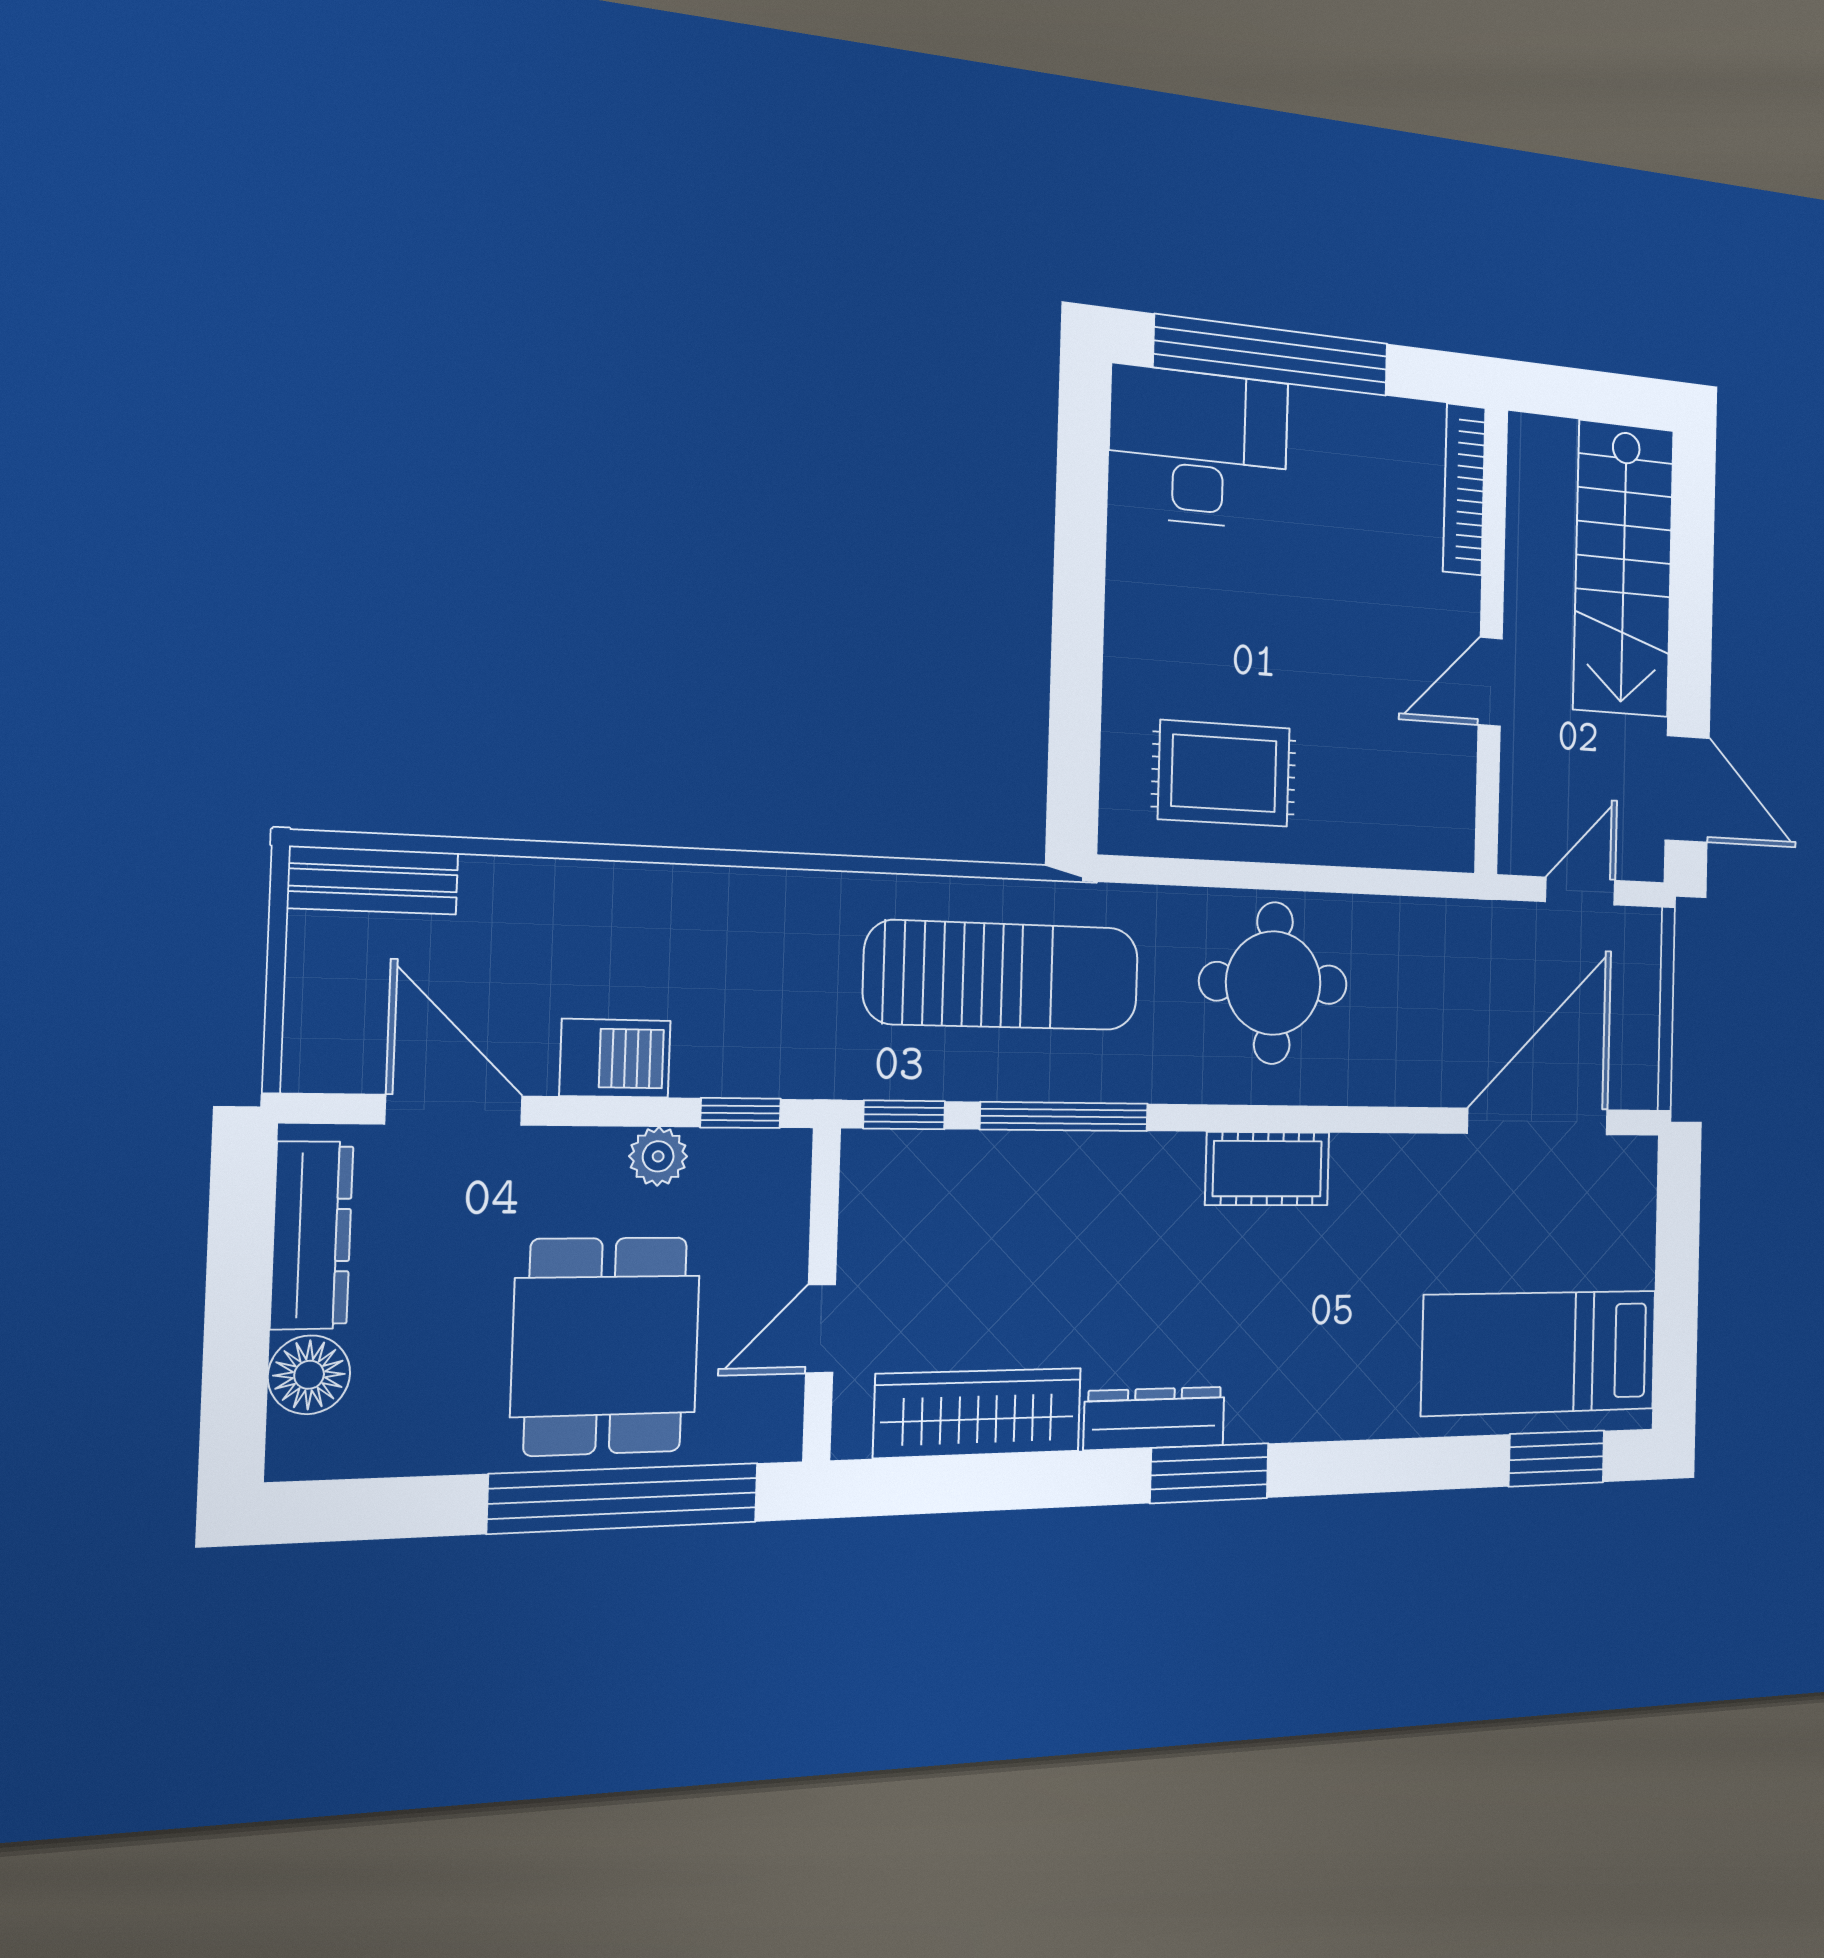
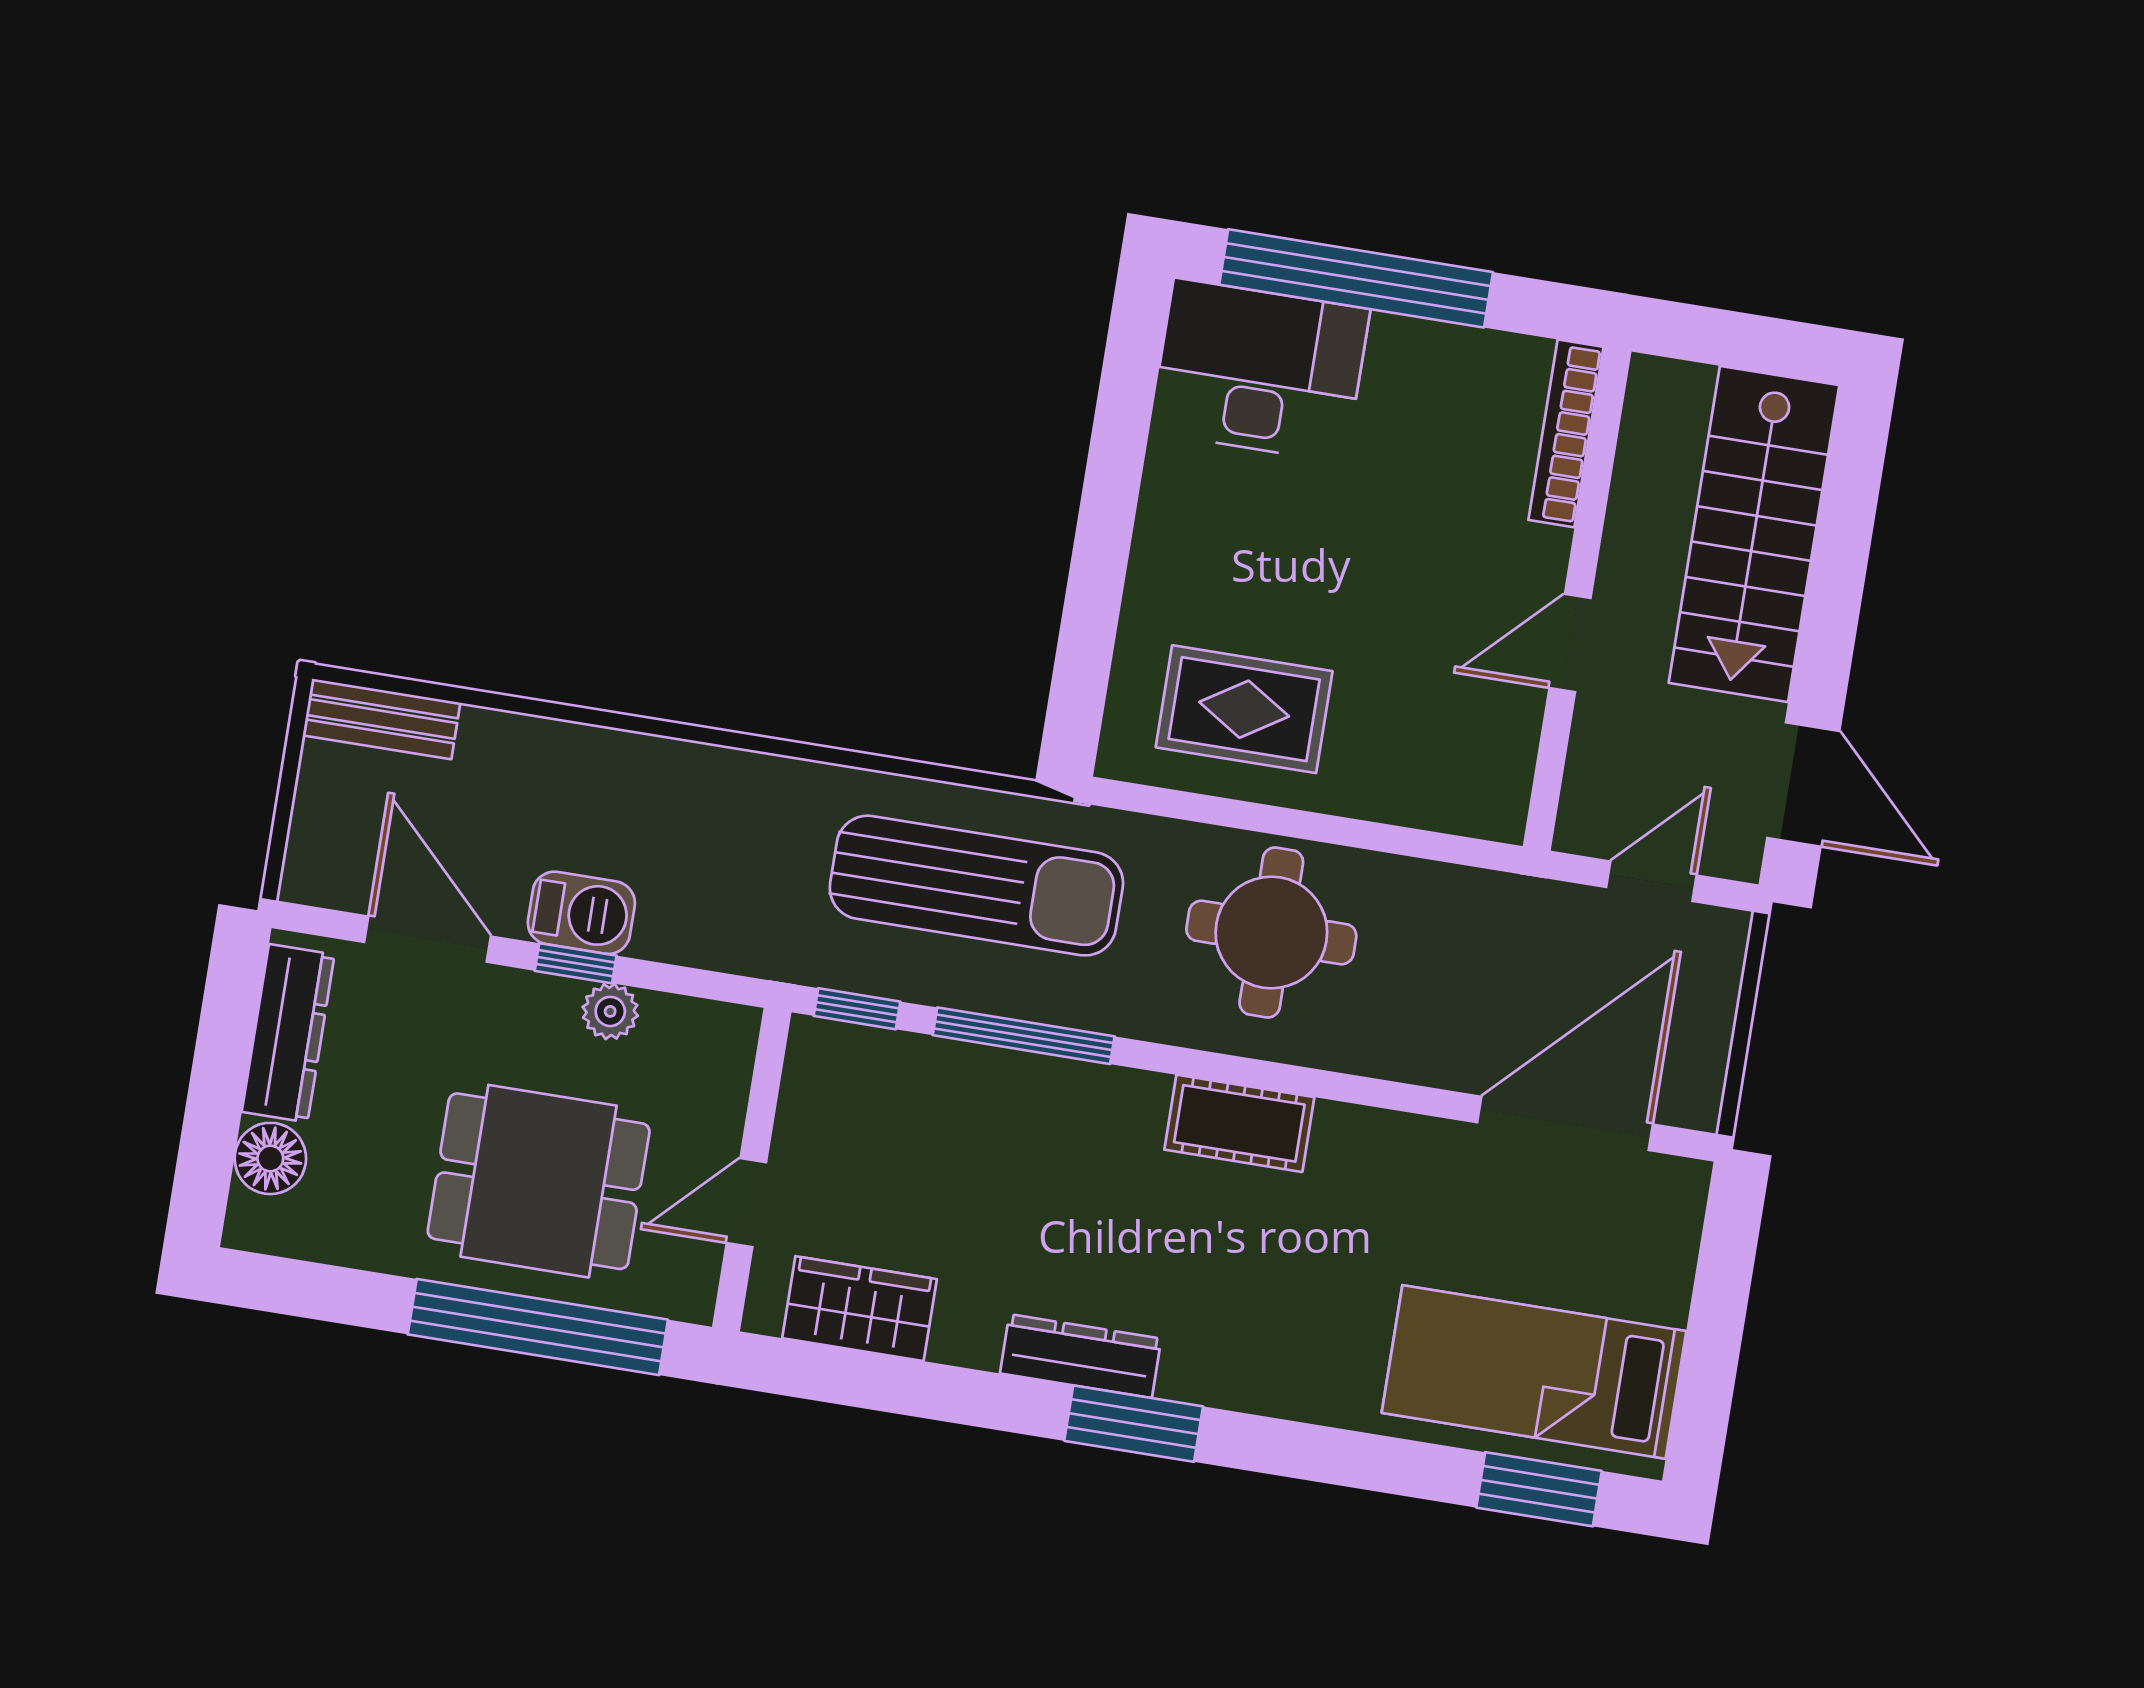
window: (741, 1113) -> (576, 963), moved
dining table: (606, 1346) -> (539, 1181), turned 90
wardrobe: (978, 1413) -> (859, 1309), width x0.67

